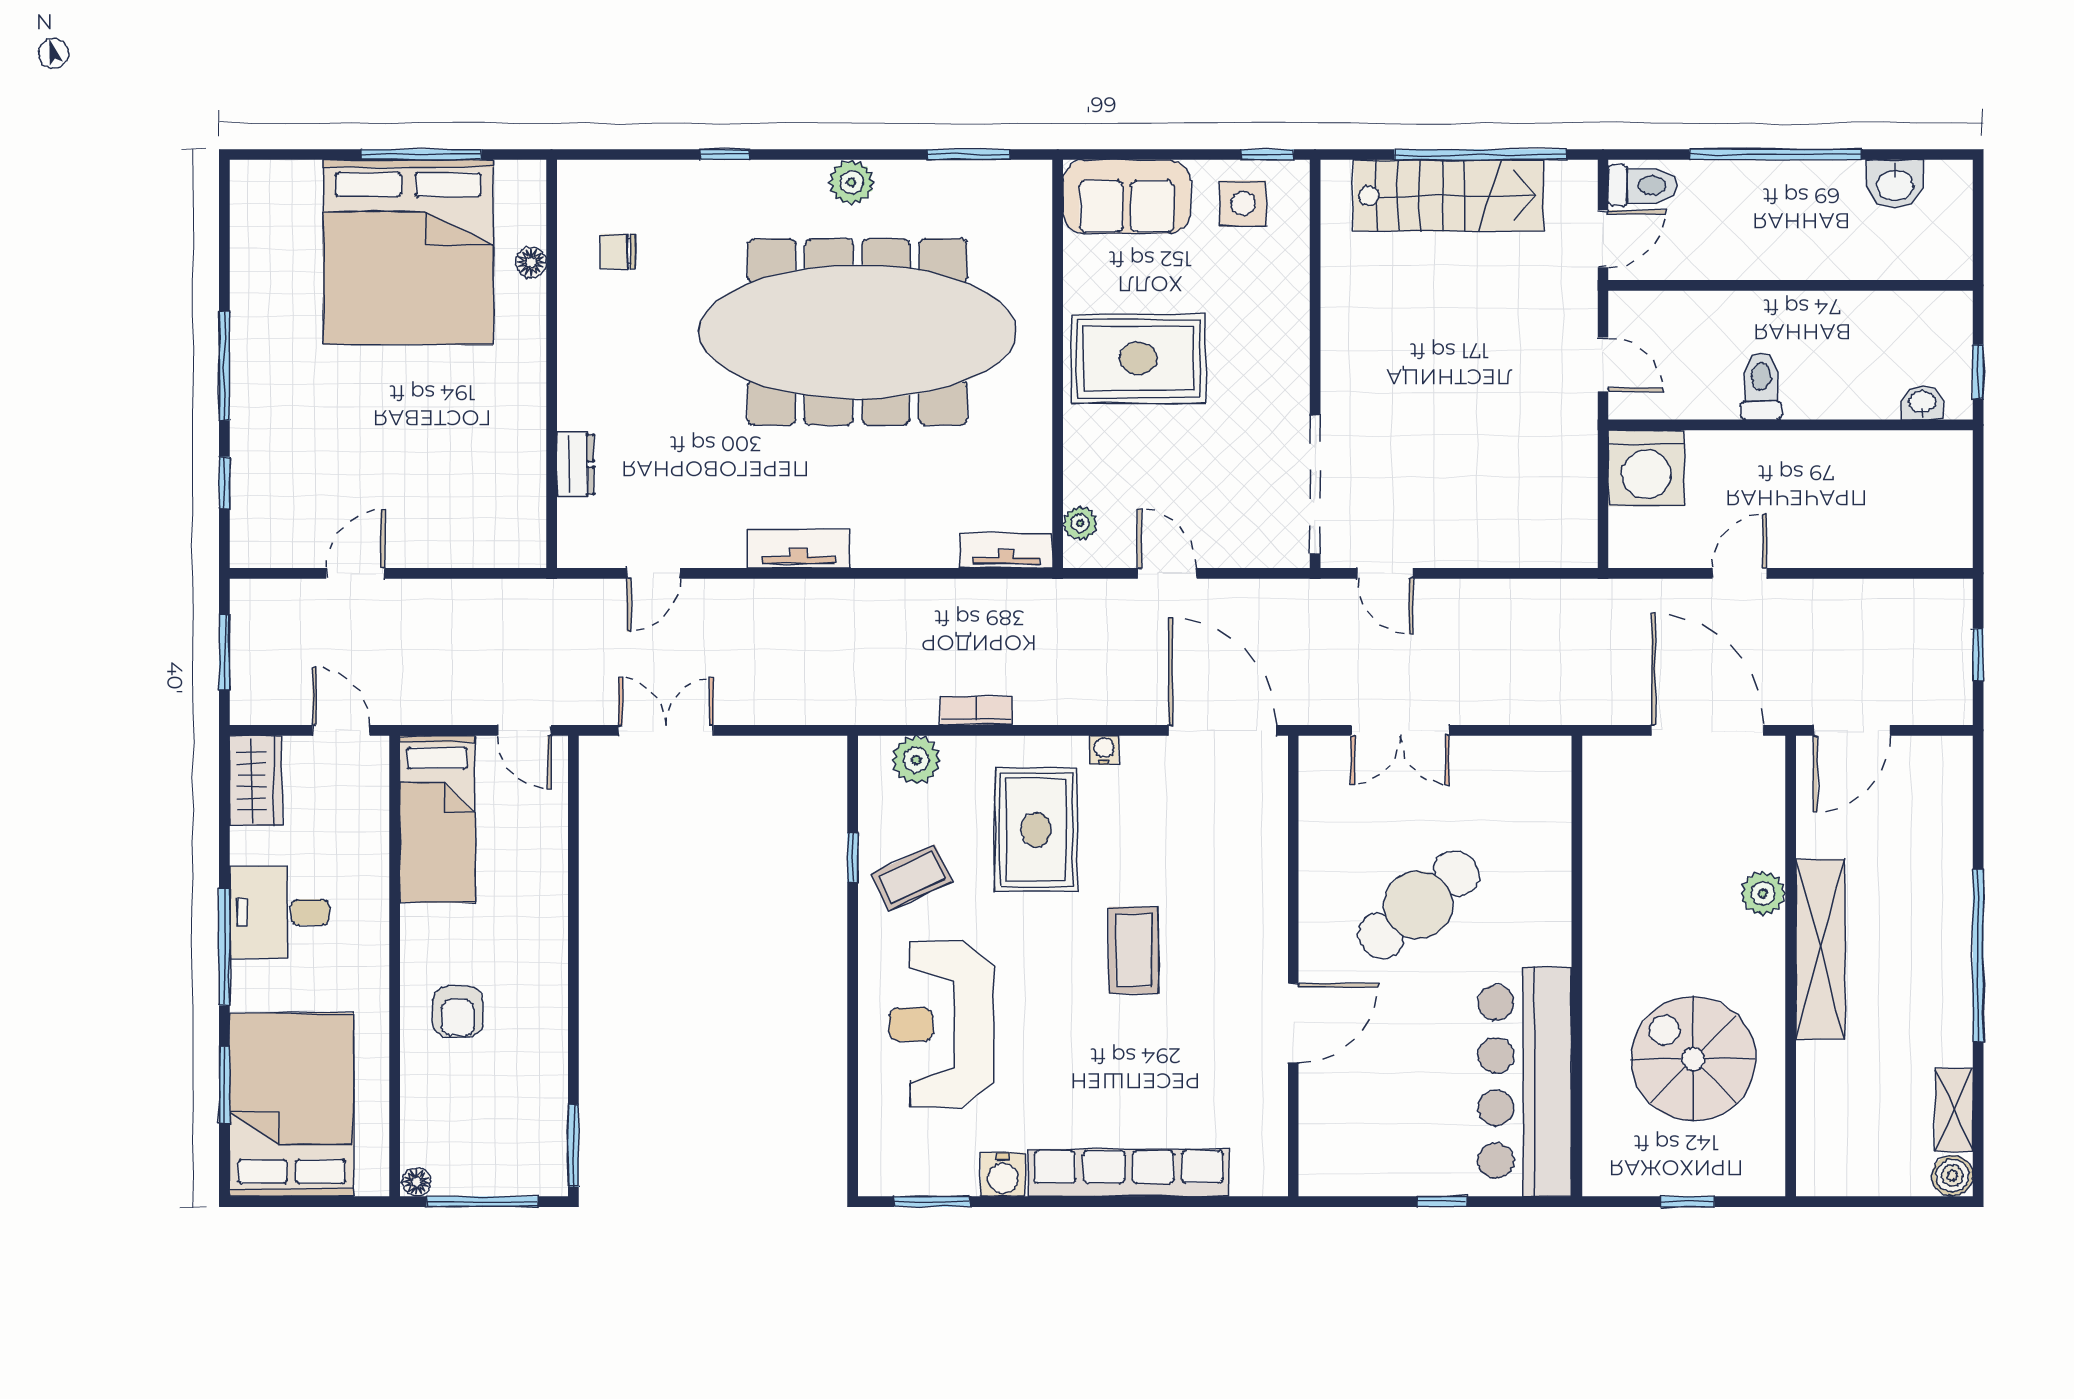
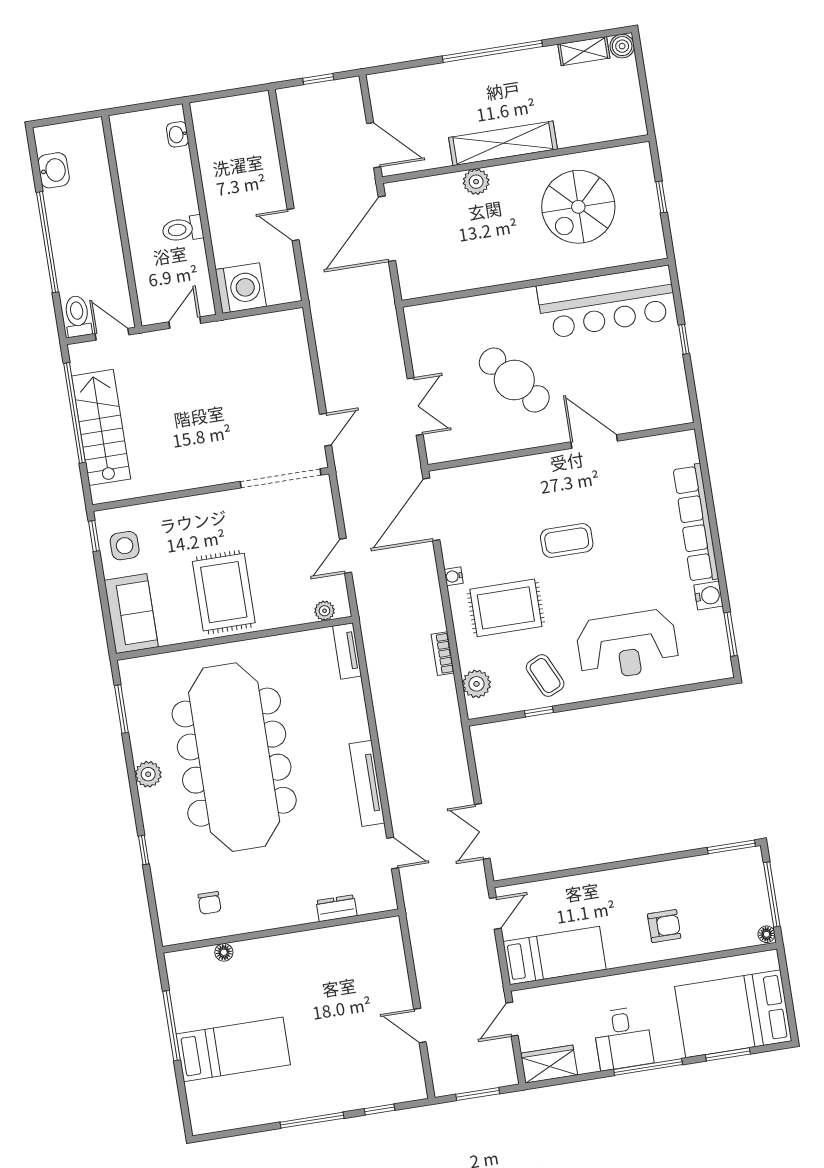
bed: (408, 252) -> (233, 1049), width x0.49
window: (1978, 372) -> (155, 105), removed
tv unit: (799, 549) -> (367, 783), width x1.41

